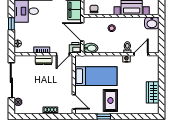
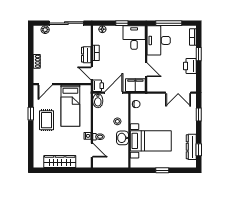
washbasin: (152, 23) -> (122, 138), moved
wardrobe: (153, 92) -> (60, 162), width x1.50
rug: (110, 101) -> (47, 120), turned 90

